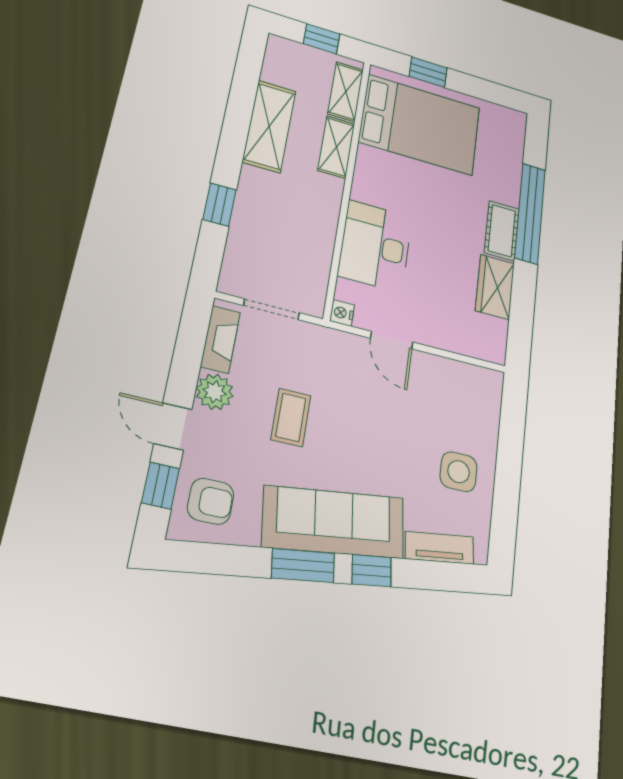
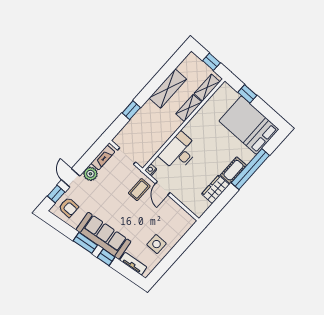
bed: (420, 125) -> (249, 125), moved, turned 180
coffee table: (291, 417) -> (139, 190), moved

